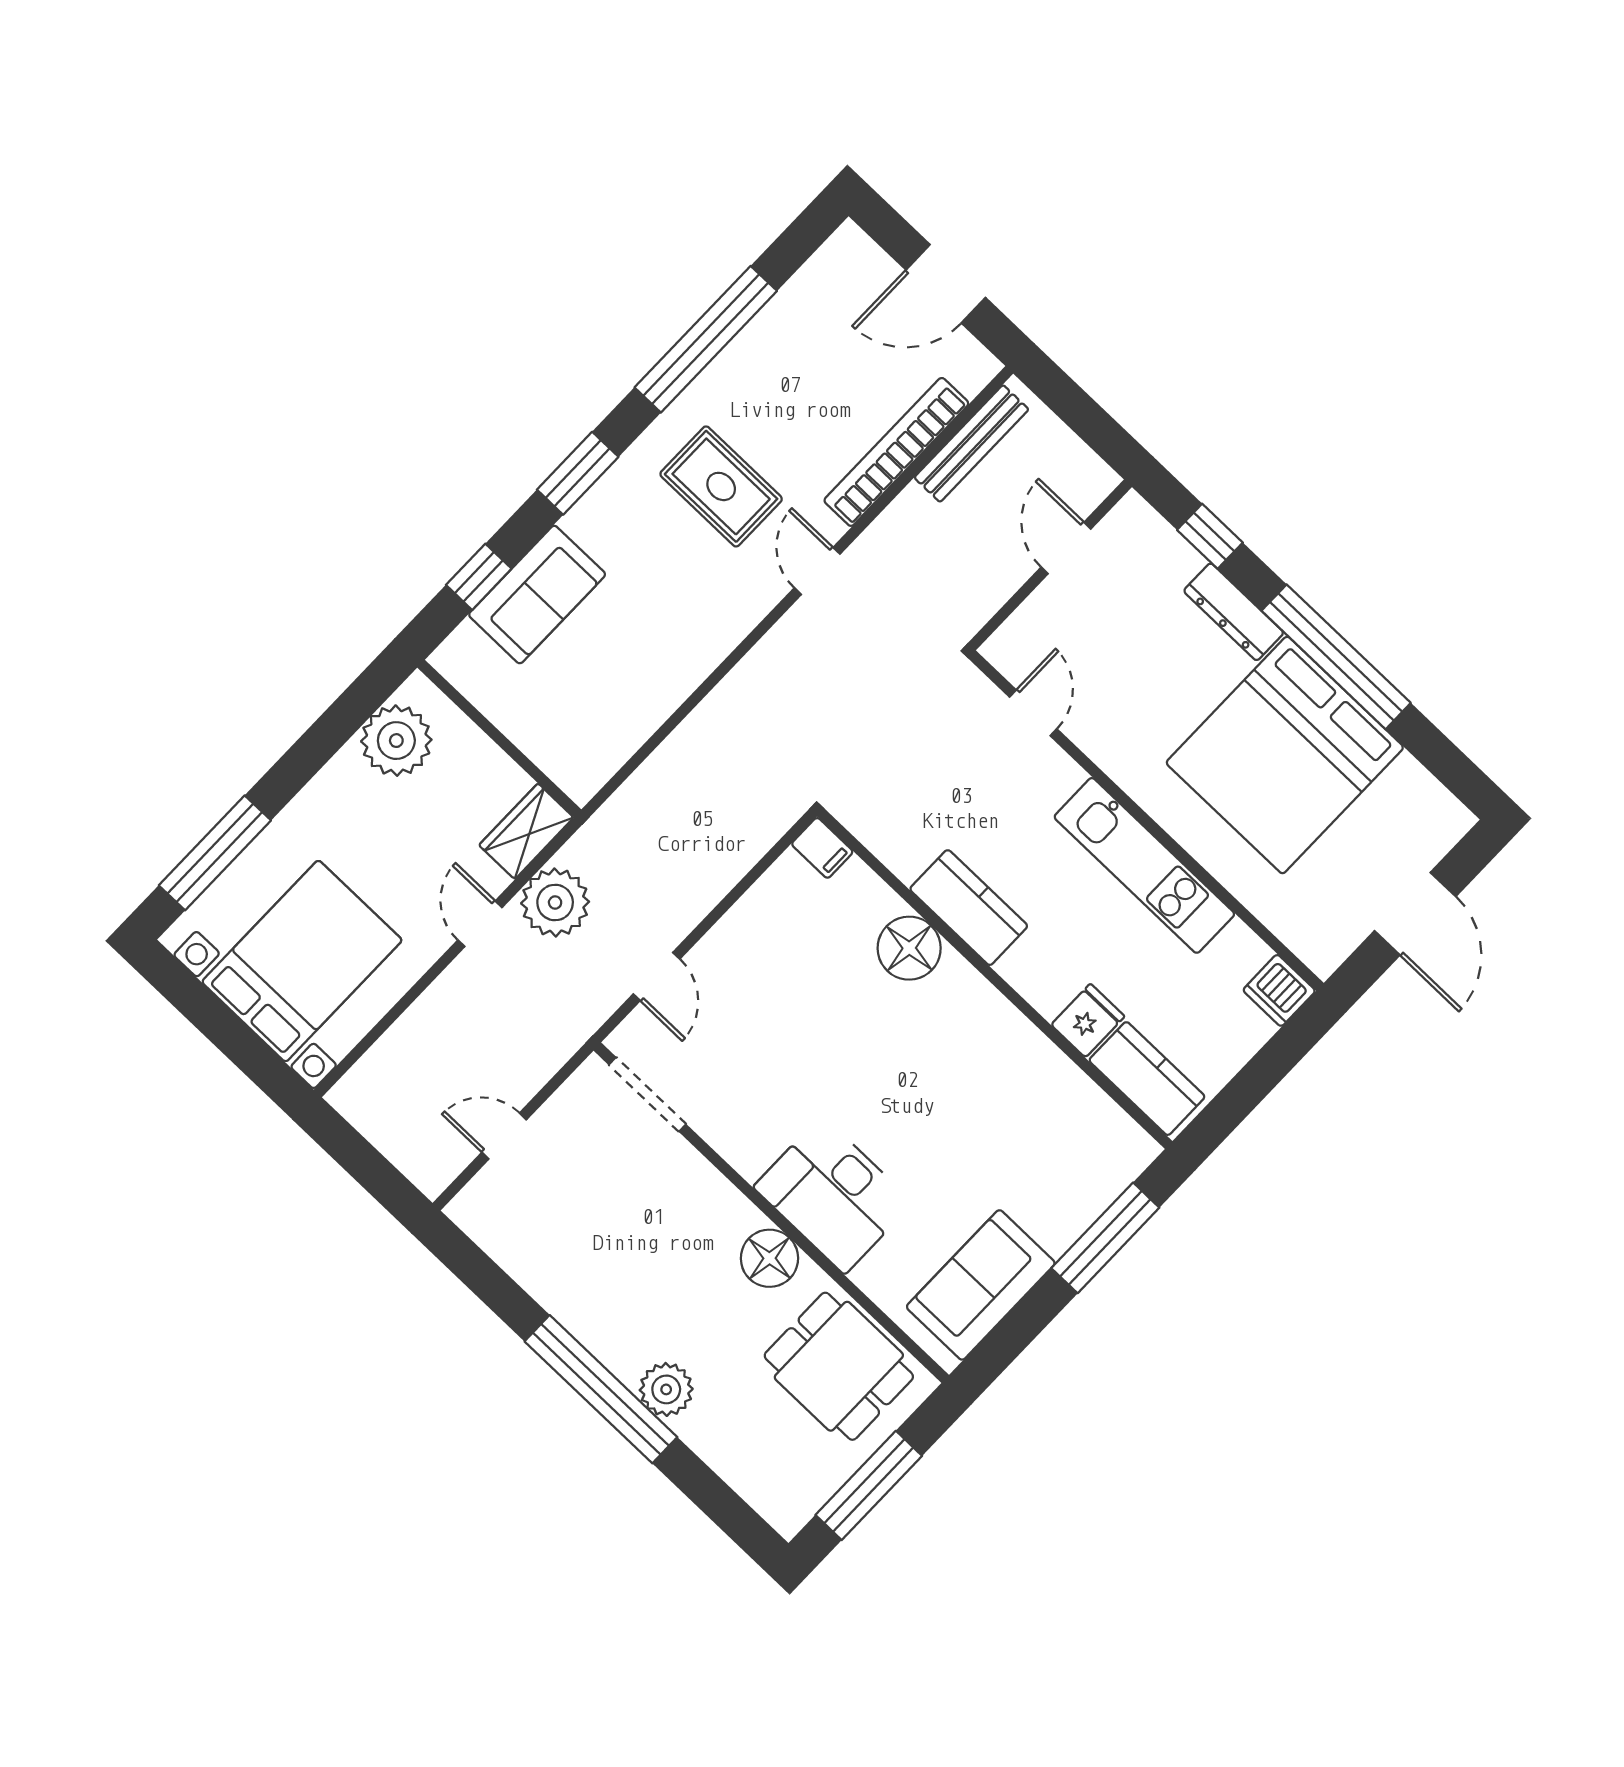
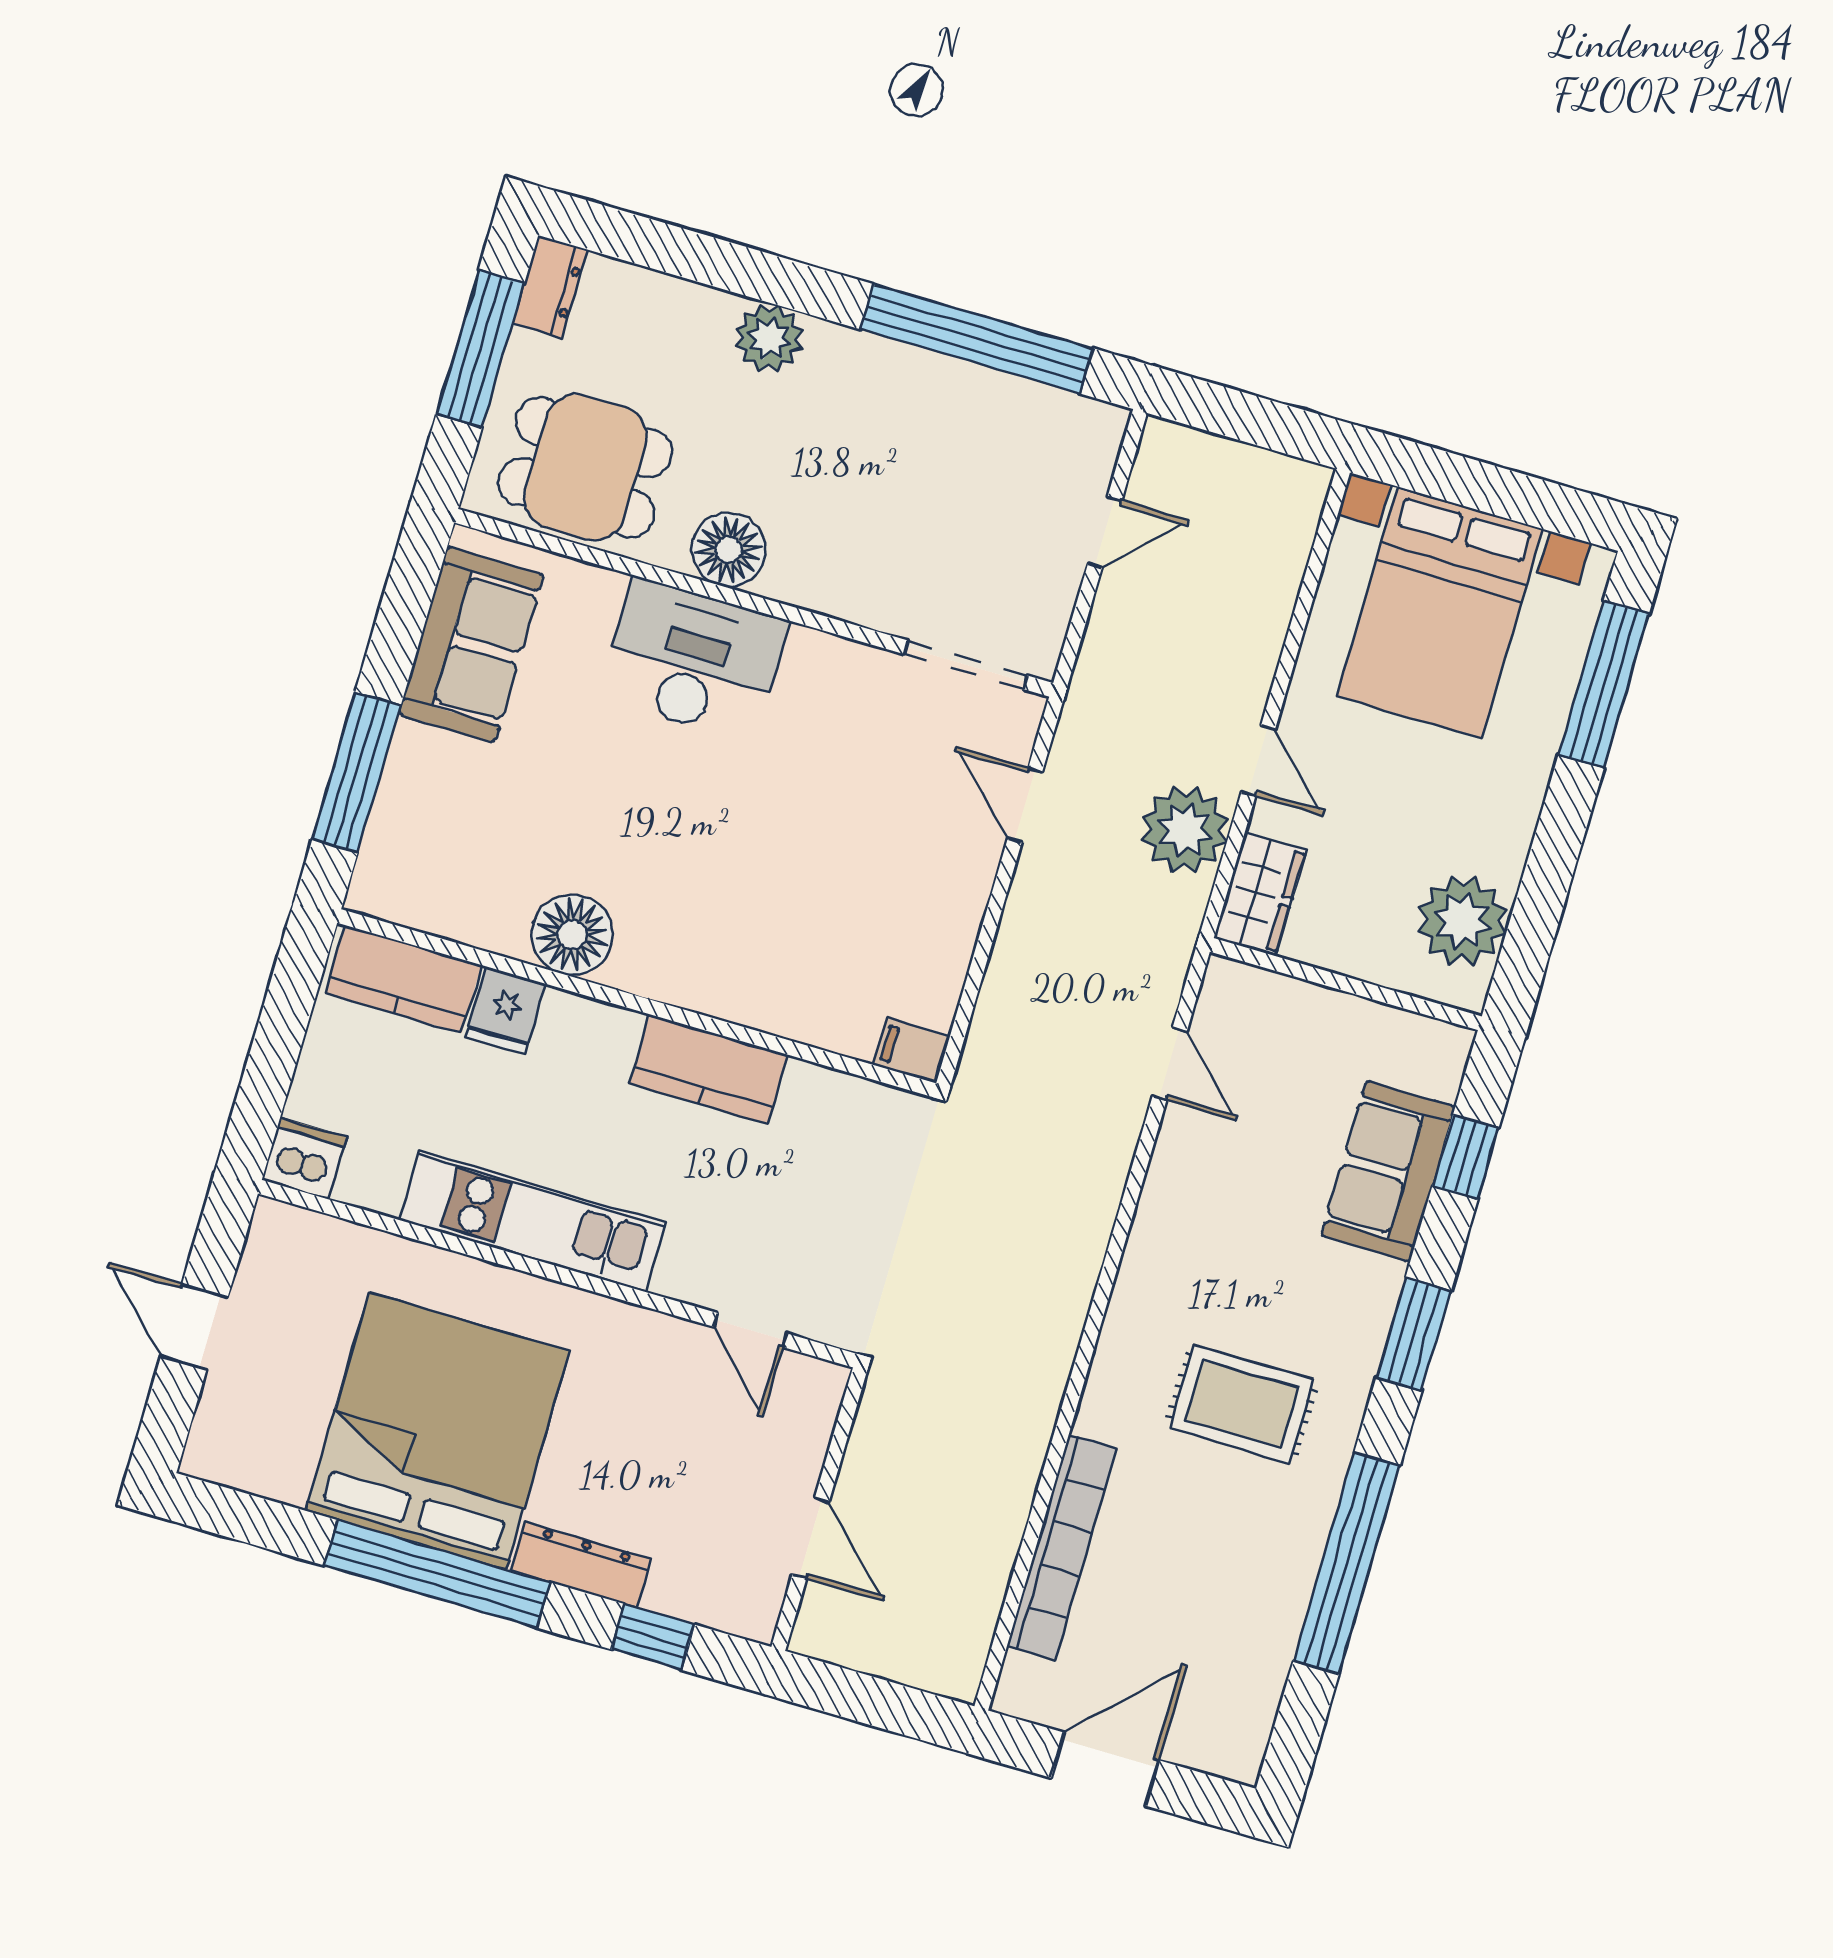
bench: (971, 443) -> (981, 1602), removed
door: (817, 571) -> (1170, 1064), moved
door: (1415, 914) -> (194, 1327), width x0.73
floor lamp: (909, 948) -> (572, 935), moved
window: (601, 1389) -> (977, 339), moved
dresser: (799, 1503) -> (550, 287), added

